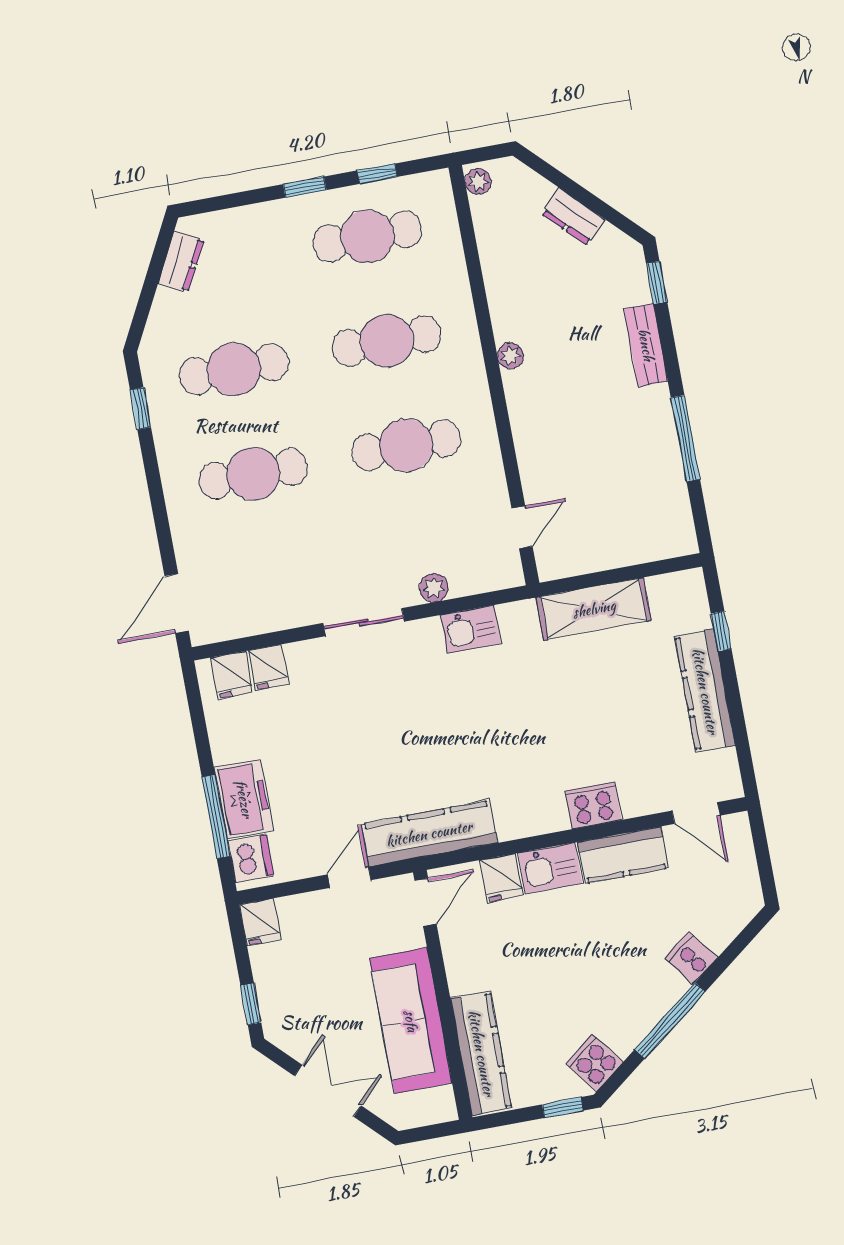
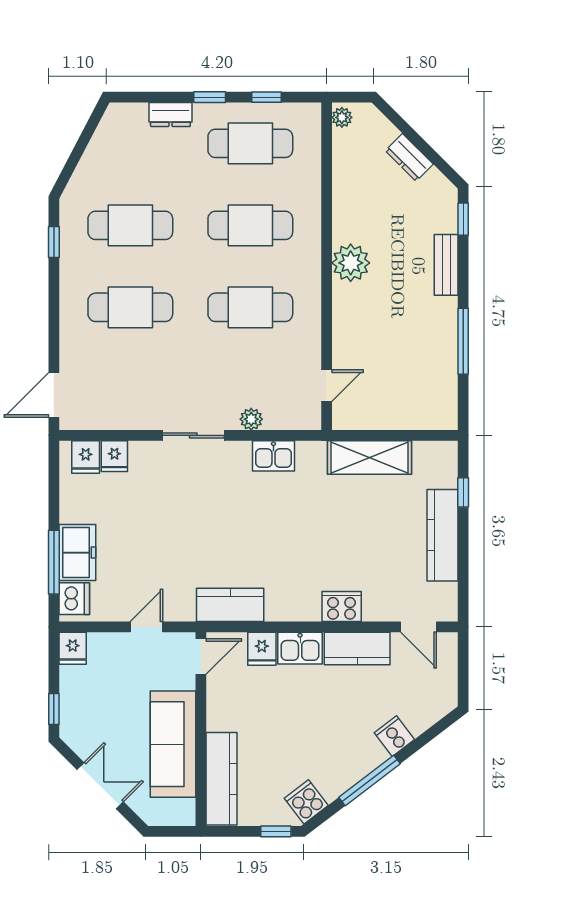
dresser: (181, 262) -> (170, 115), moved, turned 62
plant: (510, 356) -> (351, 263), width x1.88, depth x1.88
kitchen counter: (429, 834) -> (230, 605), width x0.67

